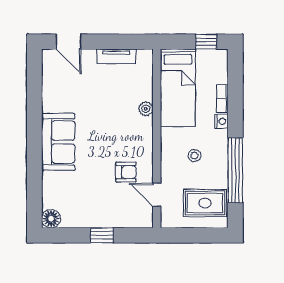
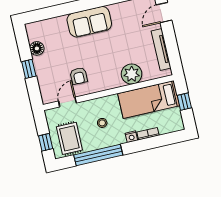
window: (206, 42) -> (184, 102), moved
tv unit: (116, 56) -> (161, 50), width x1.41
plant: (146, 109) -> (132, 74), width x1.88, depth x1.88
floor lamp: (51, 219) -> (37, 48), moved
window: (203, 235) -> (46, 142), added

